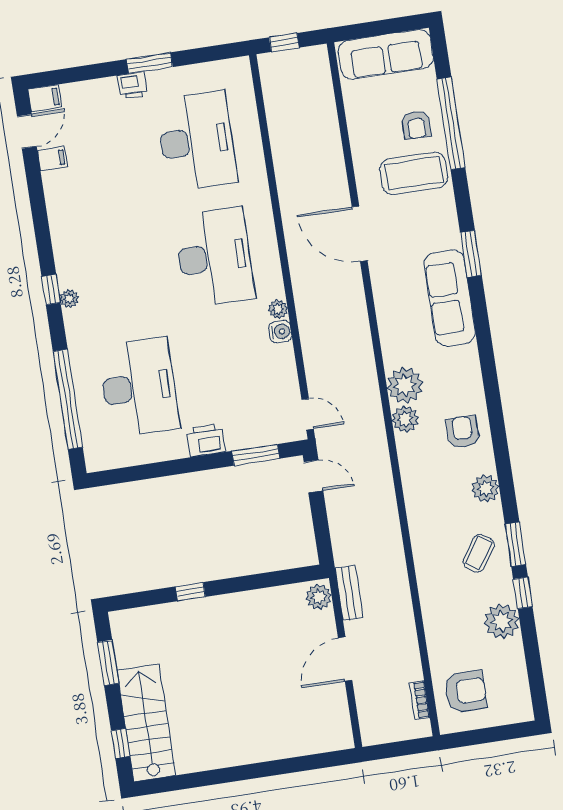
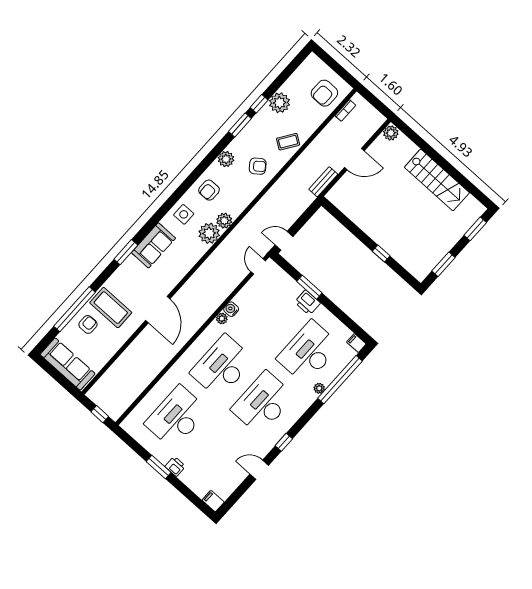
door: (27, 131) -> (259, 470), moved
filing cabinet: (52, 159) -> (356, 343), moved
desk: (121, 271) -> (263, 403), added
window: (51, 290) -> (284, 442), moved
plant: (69, 298) -> (319, 388), moved
sofa: (450, 298) -> (153, 245), width x0.73
side table: (458, 372) -> (184, 214), added
window: (256, 455) -> (309, 287), moved
door: (313, 476) -> (284, 241), hinge flipped
armchair: (441, 523) -> (258, 166), added
coffee table: (479, 553) -> (288, 142), moved
plant: (319, 597) -> (391, 133), moved
armchair: (465, 691) -> (324, 93), turned -90
stairs: (146, 723) -> (437, 180), moved, turned -90
window: (120, 743) -> (475, 229), width x1.50

